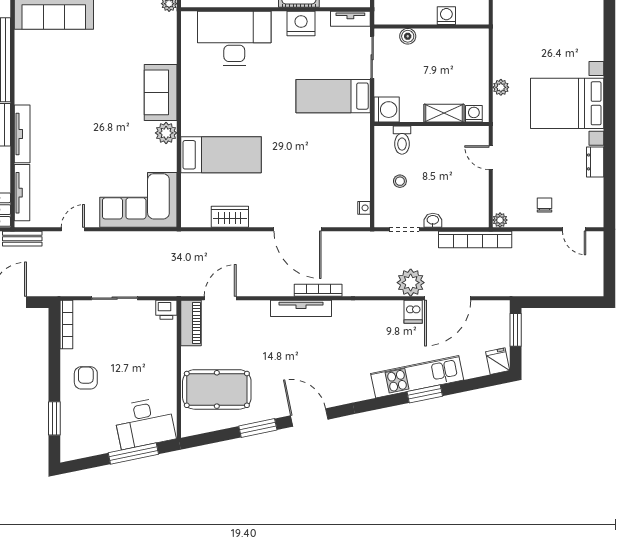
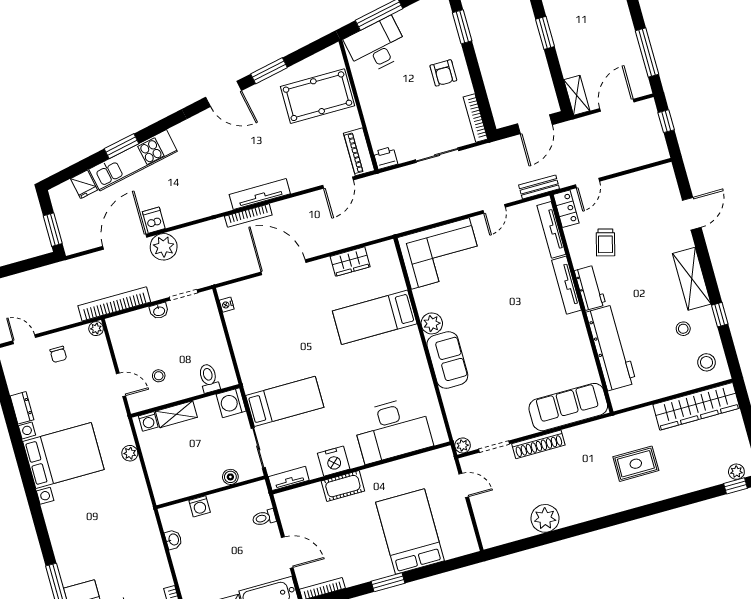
stool: (400, 181) -> (159, 376), moved
fridge: (498, 361) -> (84, 184), moved

